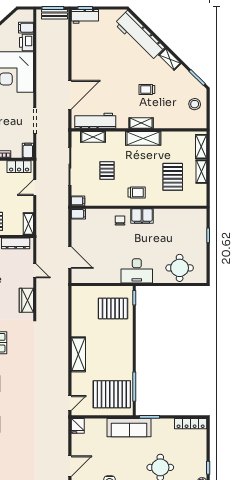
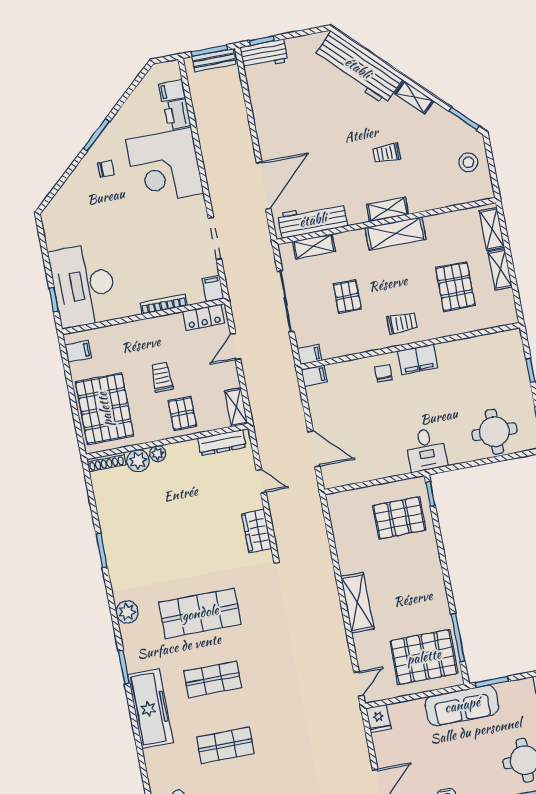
desk: (137, 271) -> (426, 450), width x0.73

